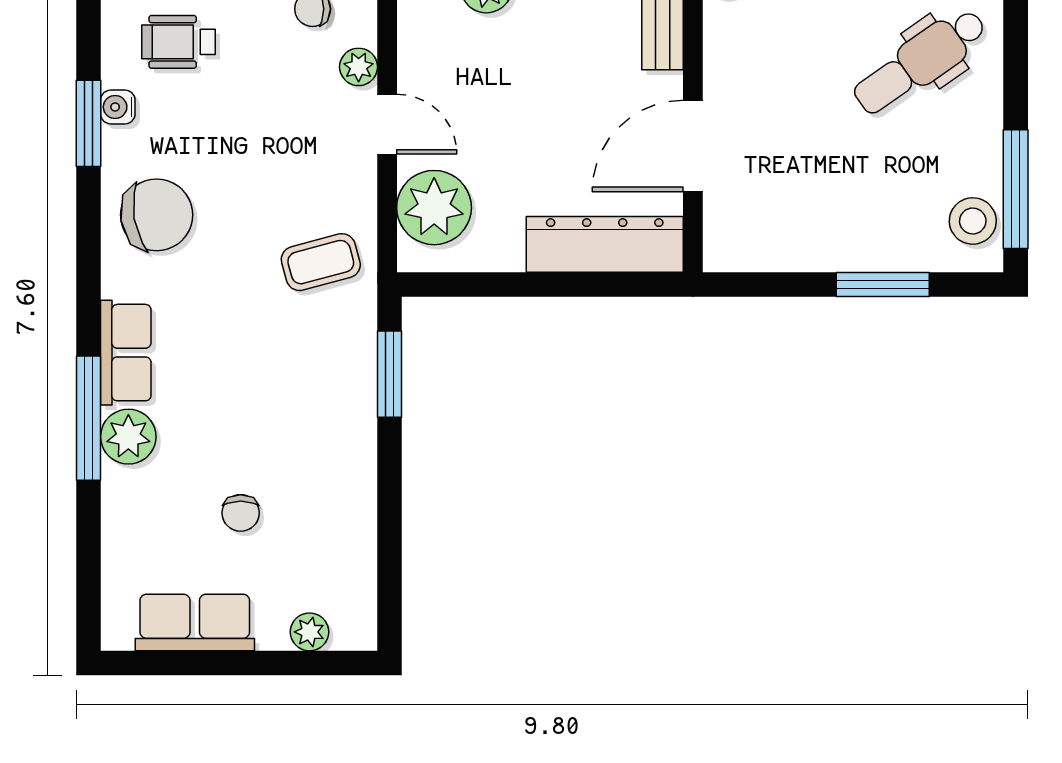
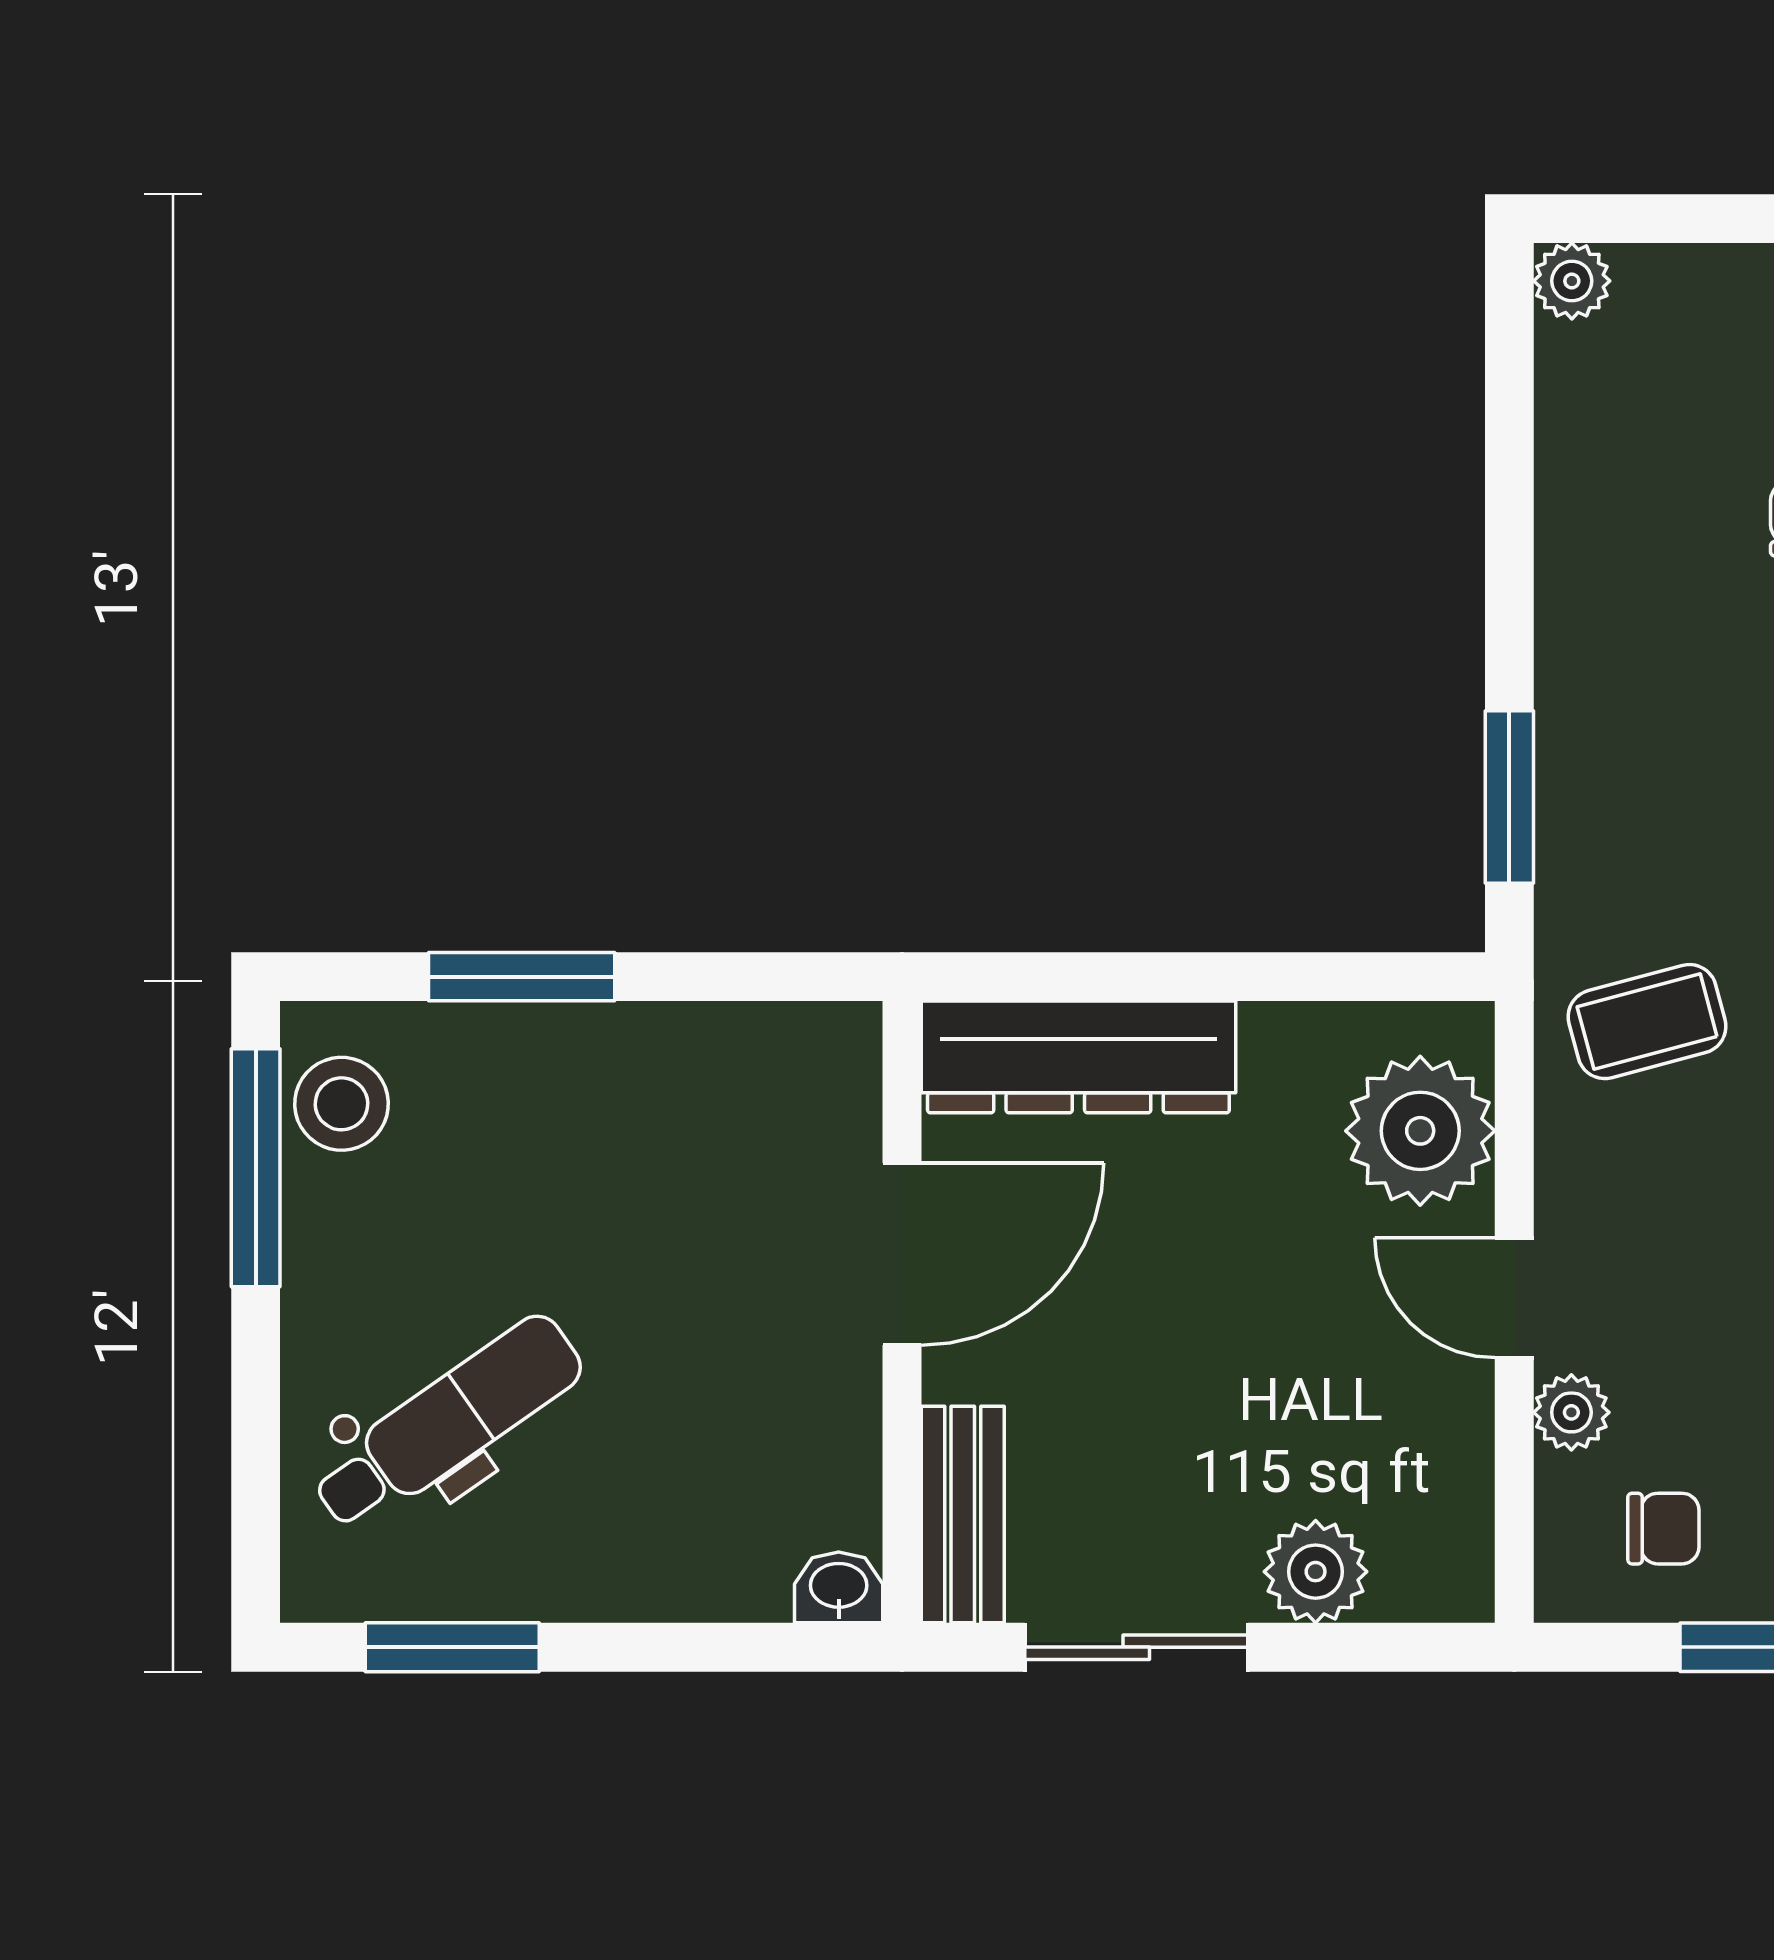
plant: (309, 632) -> (1572, 281), moved

